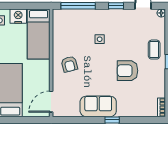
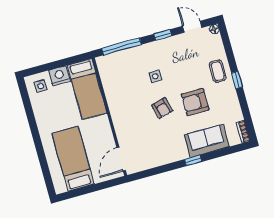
armchair: (69, 64) -> (162, 108), moved
sofa: (98, 106) -> (207, 141), moved

